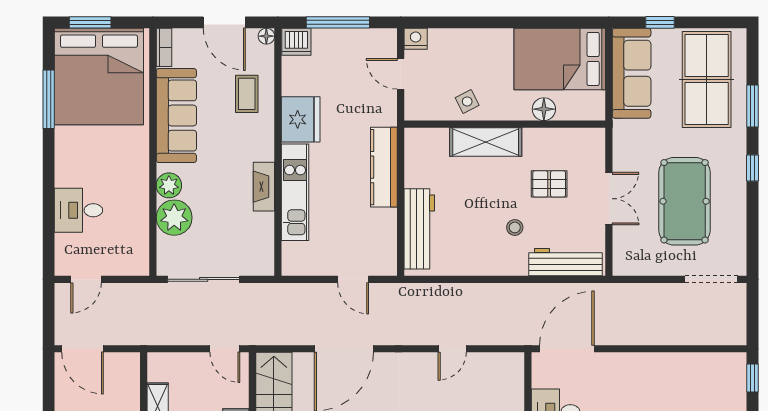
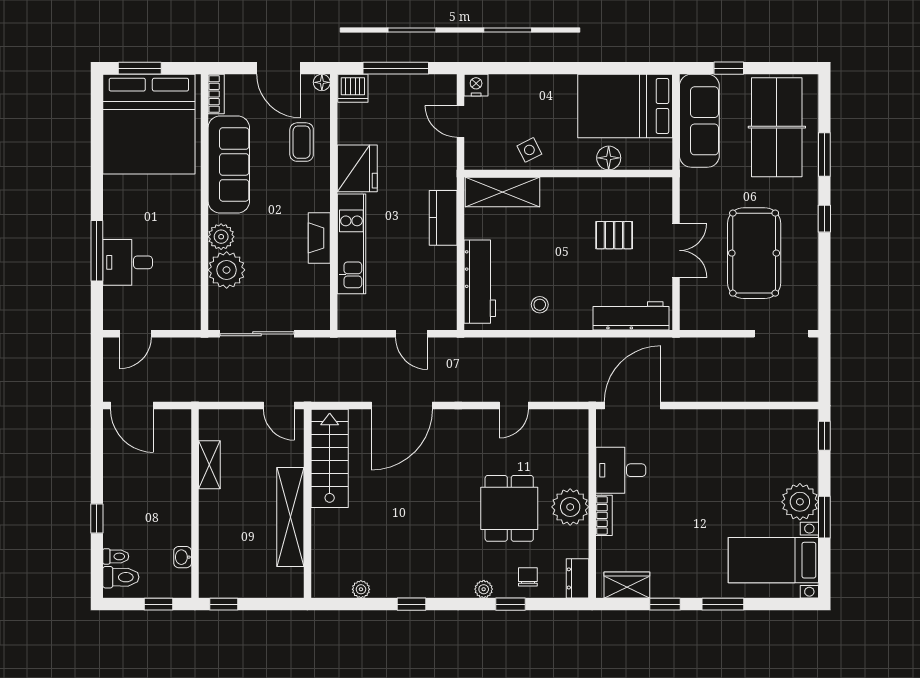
window: (49, 99) -> (97, 251), moved
shelving: (486, 142) -> (503, 192), moved
kitchen counter: (384, 167) -> (443, 218), width x0.67
stool: (515, 227) -> (540, 305), moved

